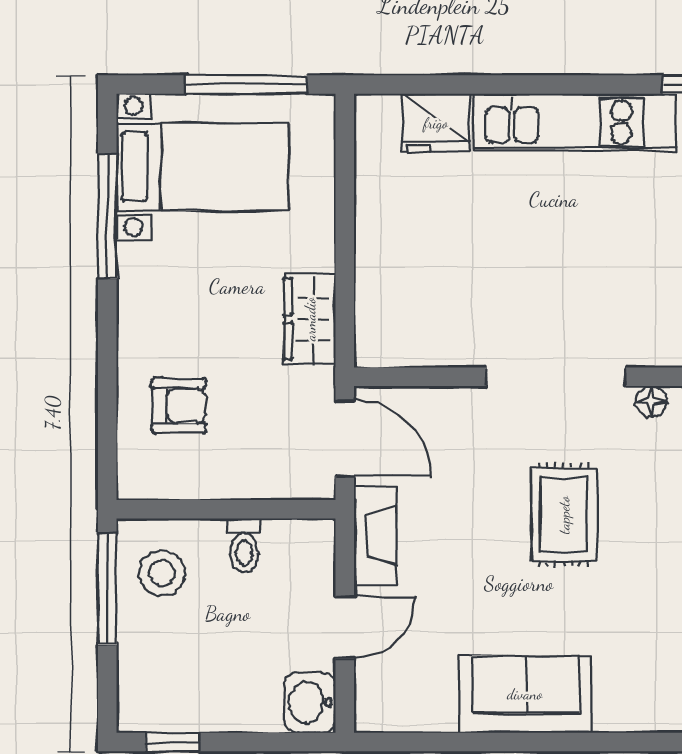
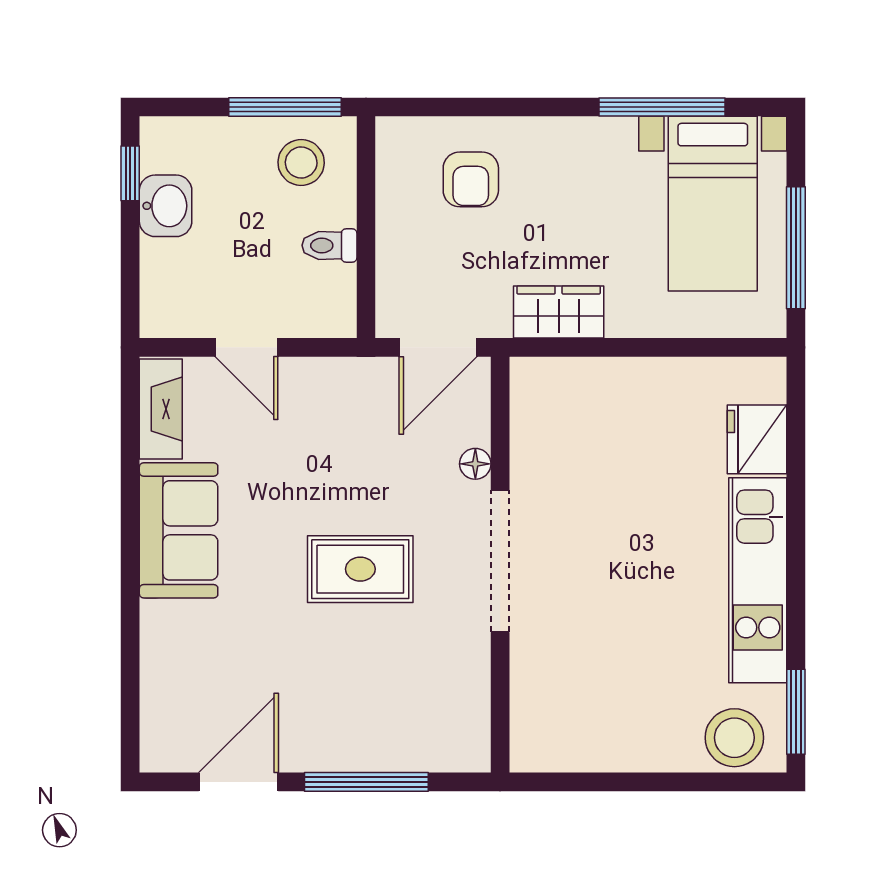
floor lamp: (651, 401) -> (475, 464), moved
fireplace: (375, 536) -> (161, 409), moved, turned -90
washbasin: (310, 702) -> (166, 206), moved, turned 90

